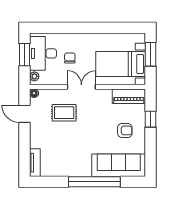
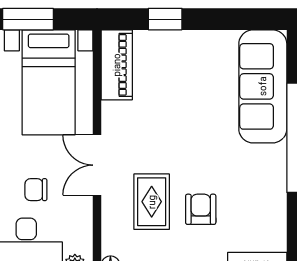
armchair: (125, 130) -> (201, 209), moved

